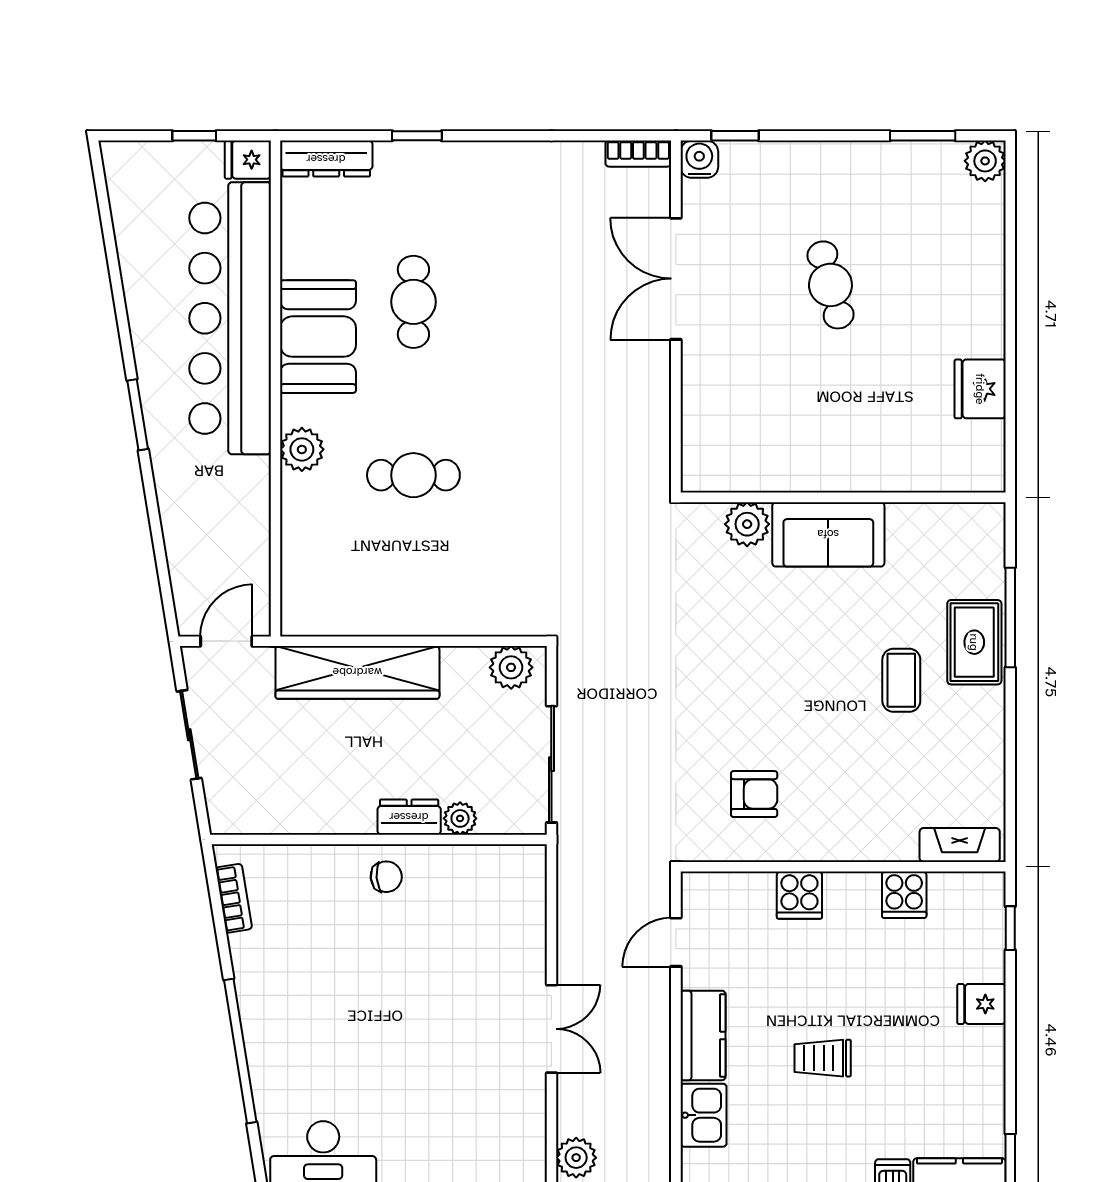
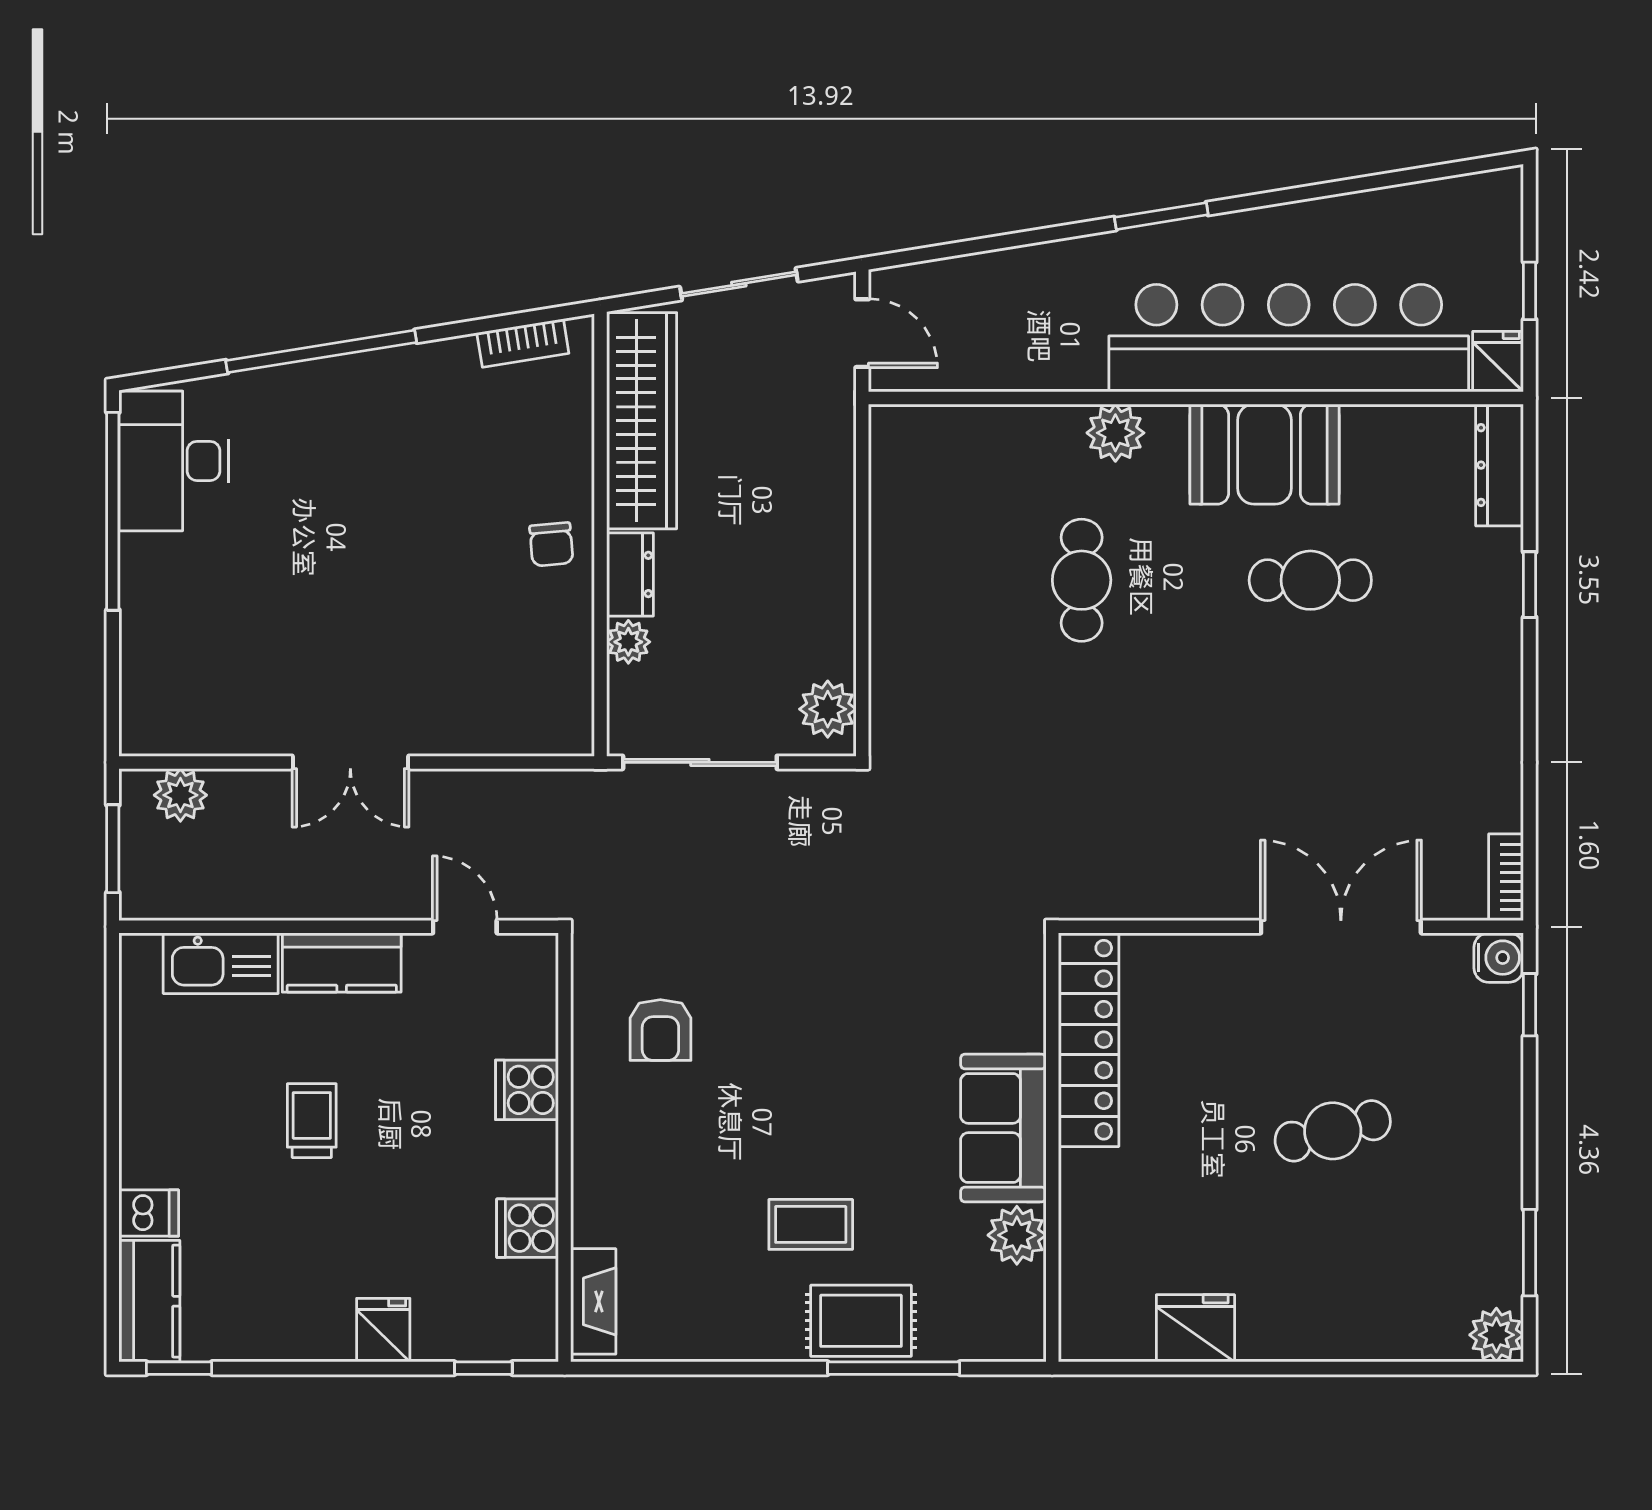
locker: (761, 470) -> (1089, 1040), added
plant: (747, 524) -> (1017, 1235), moved
wardrobe: (357, 672) -> (642, 421), moved, turned 180
kitchen sink: (703, 1115) -> (221, 963), width x1.38

